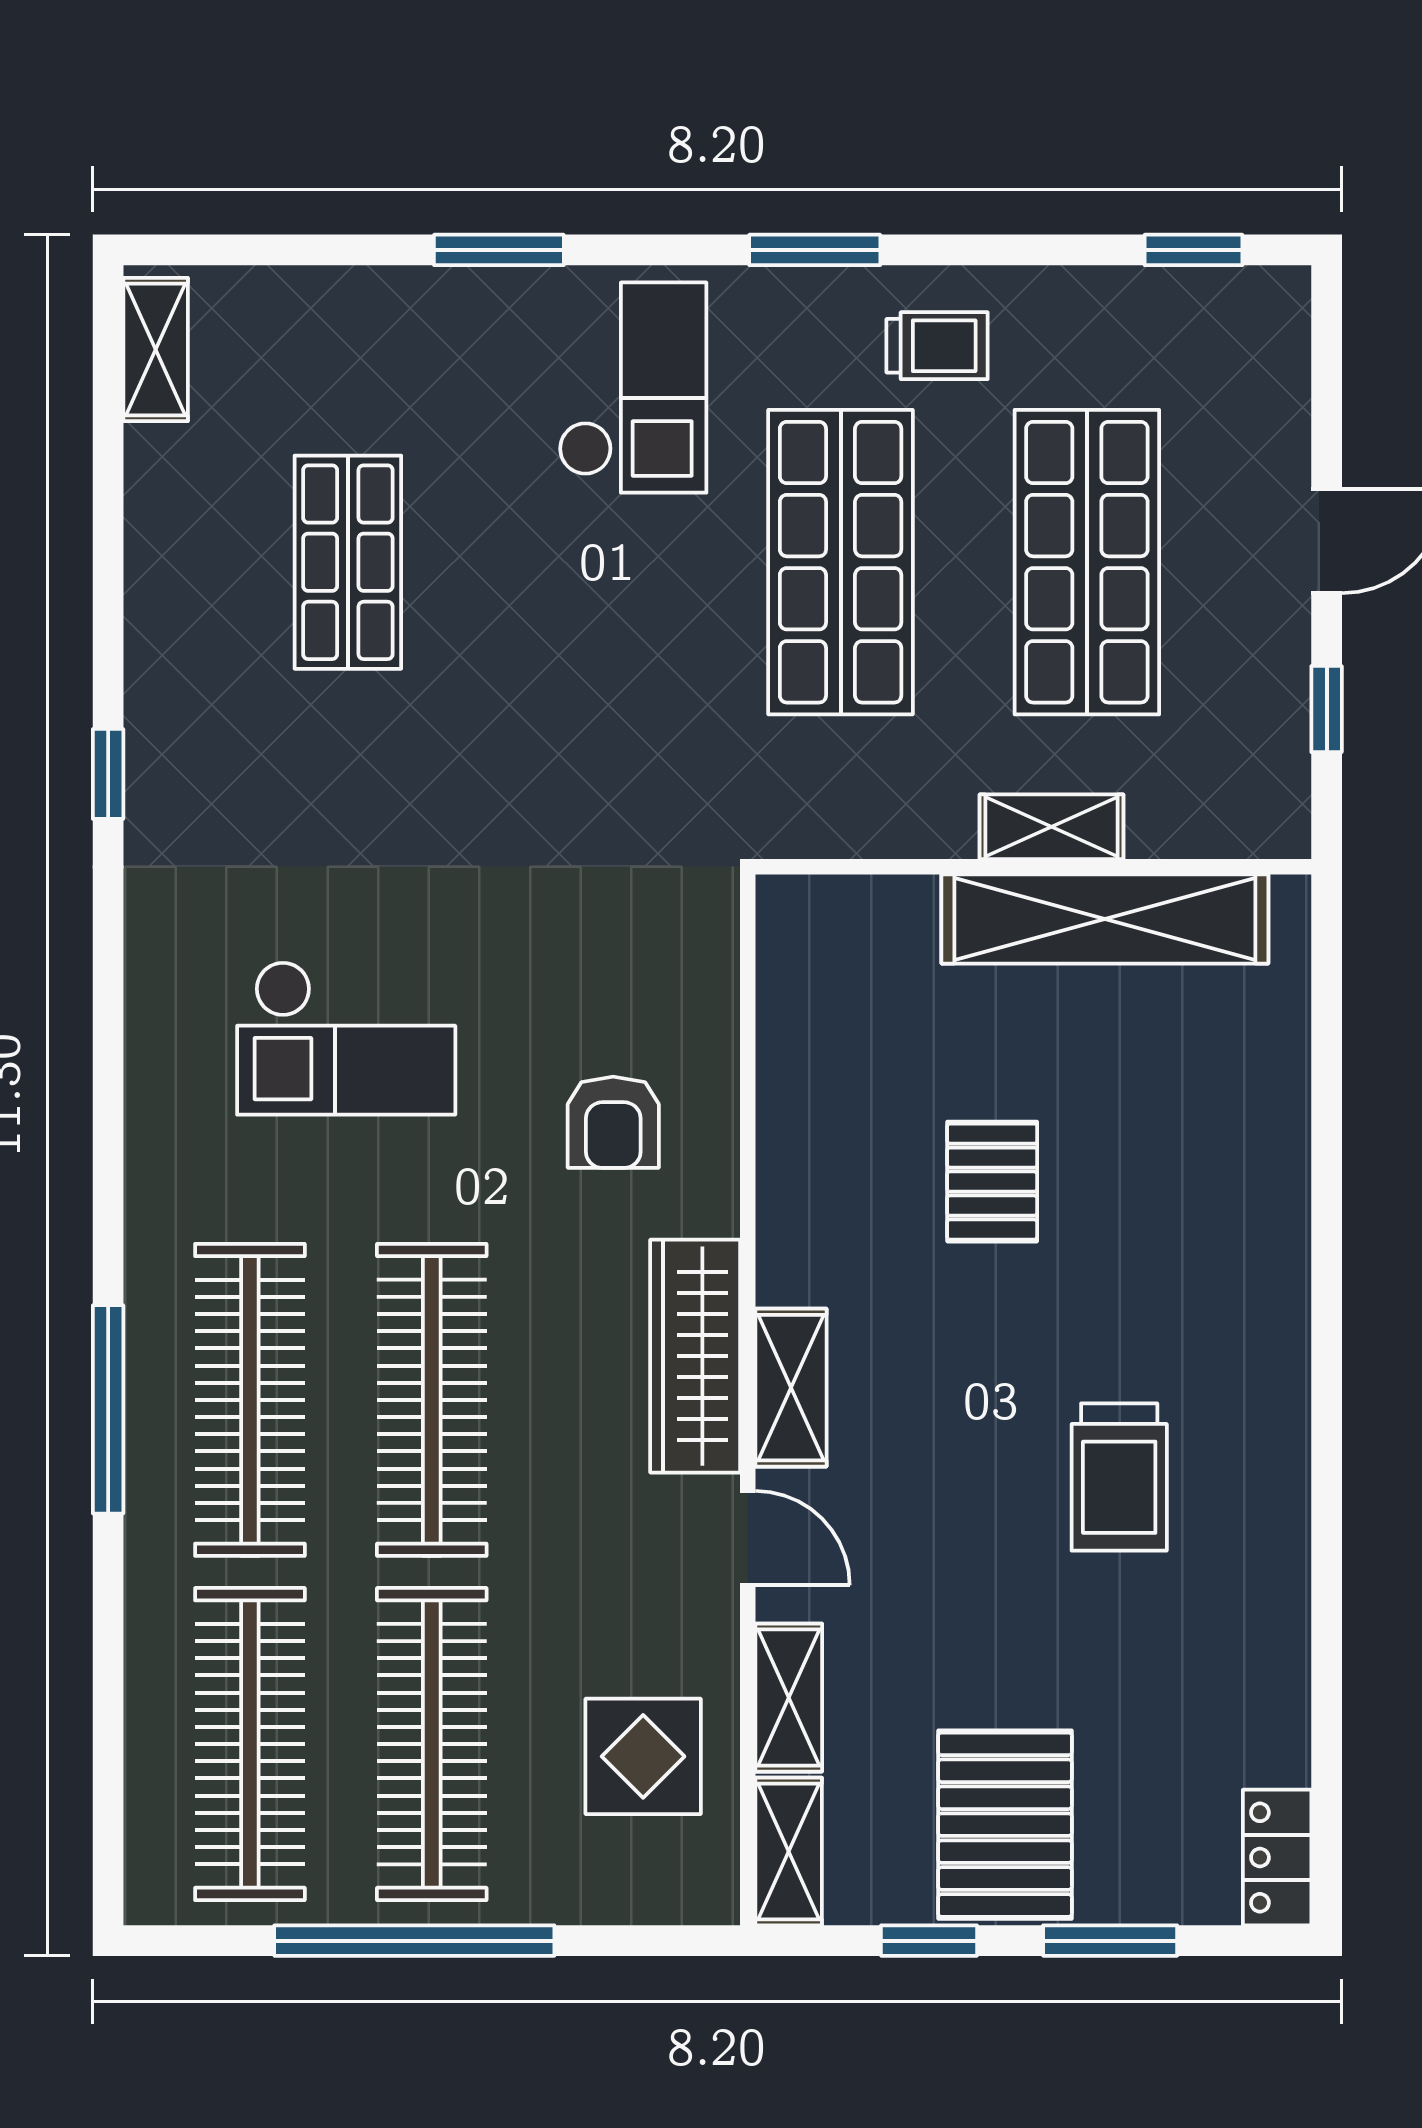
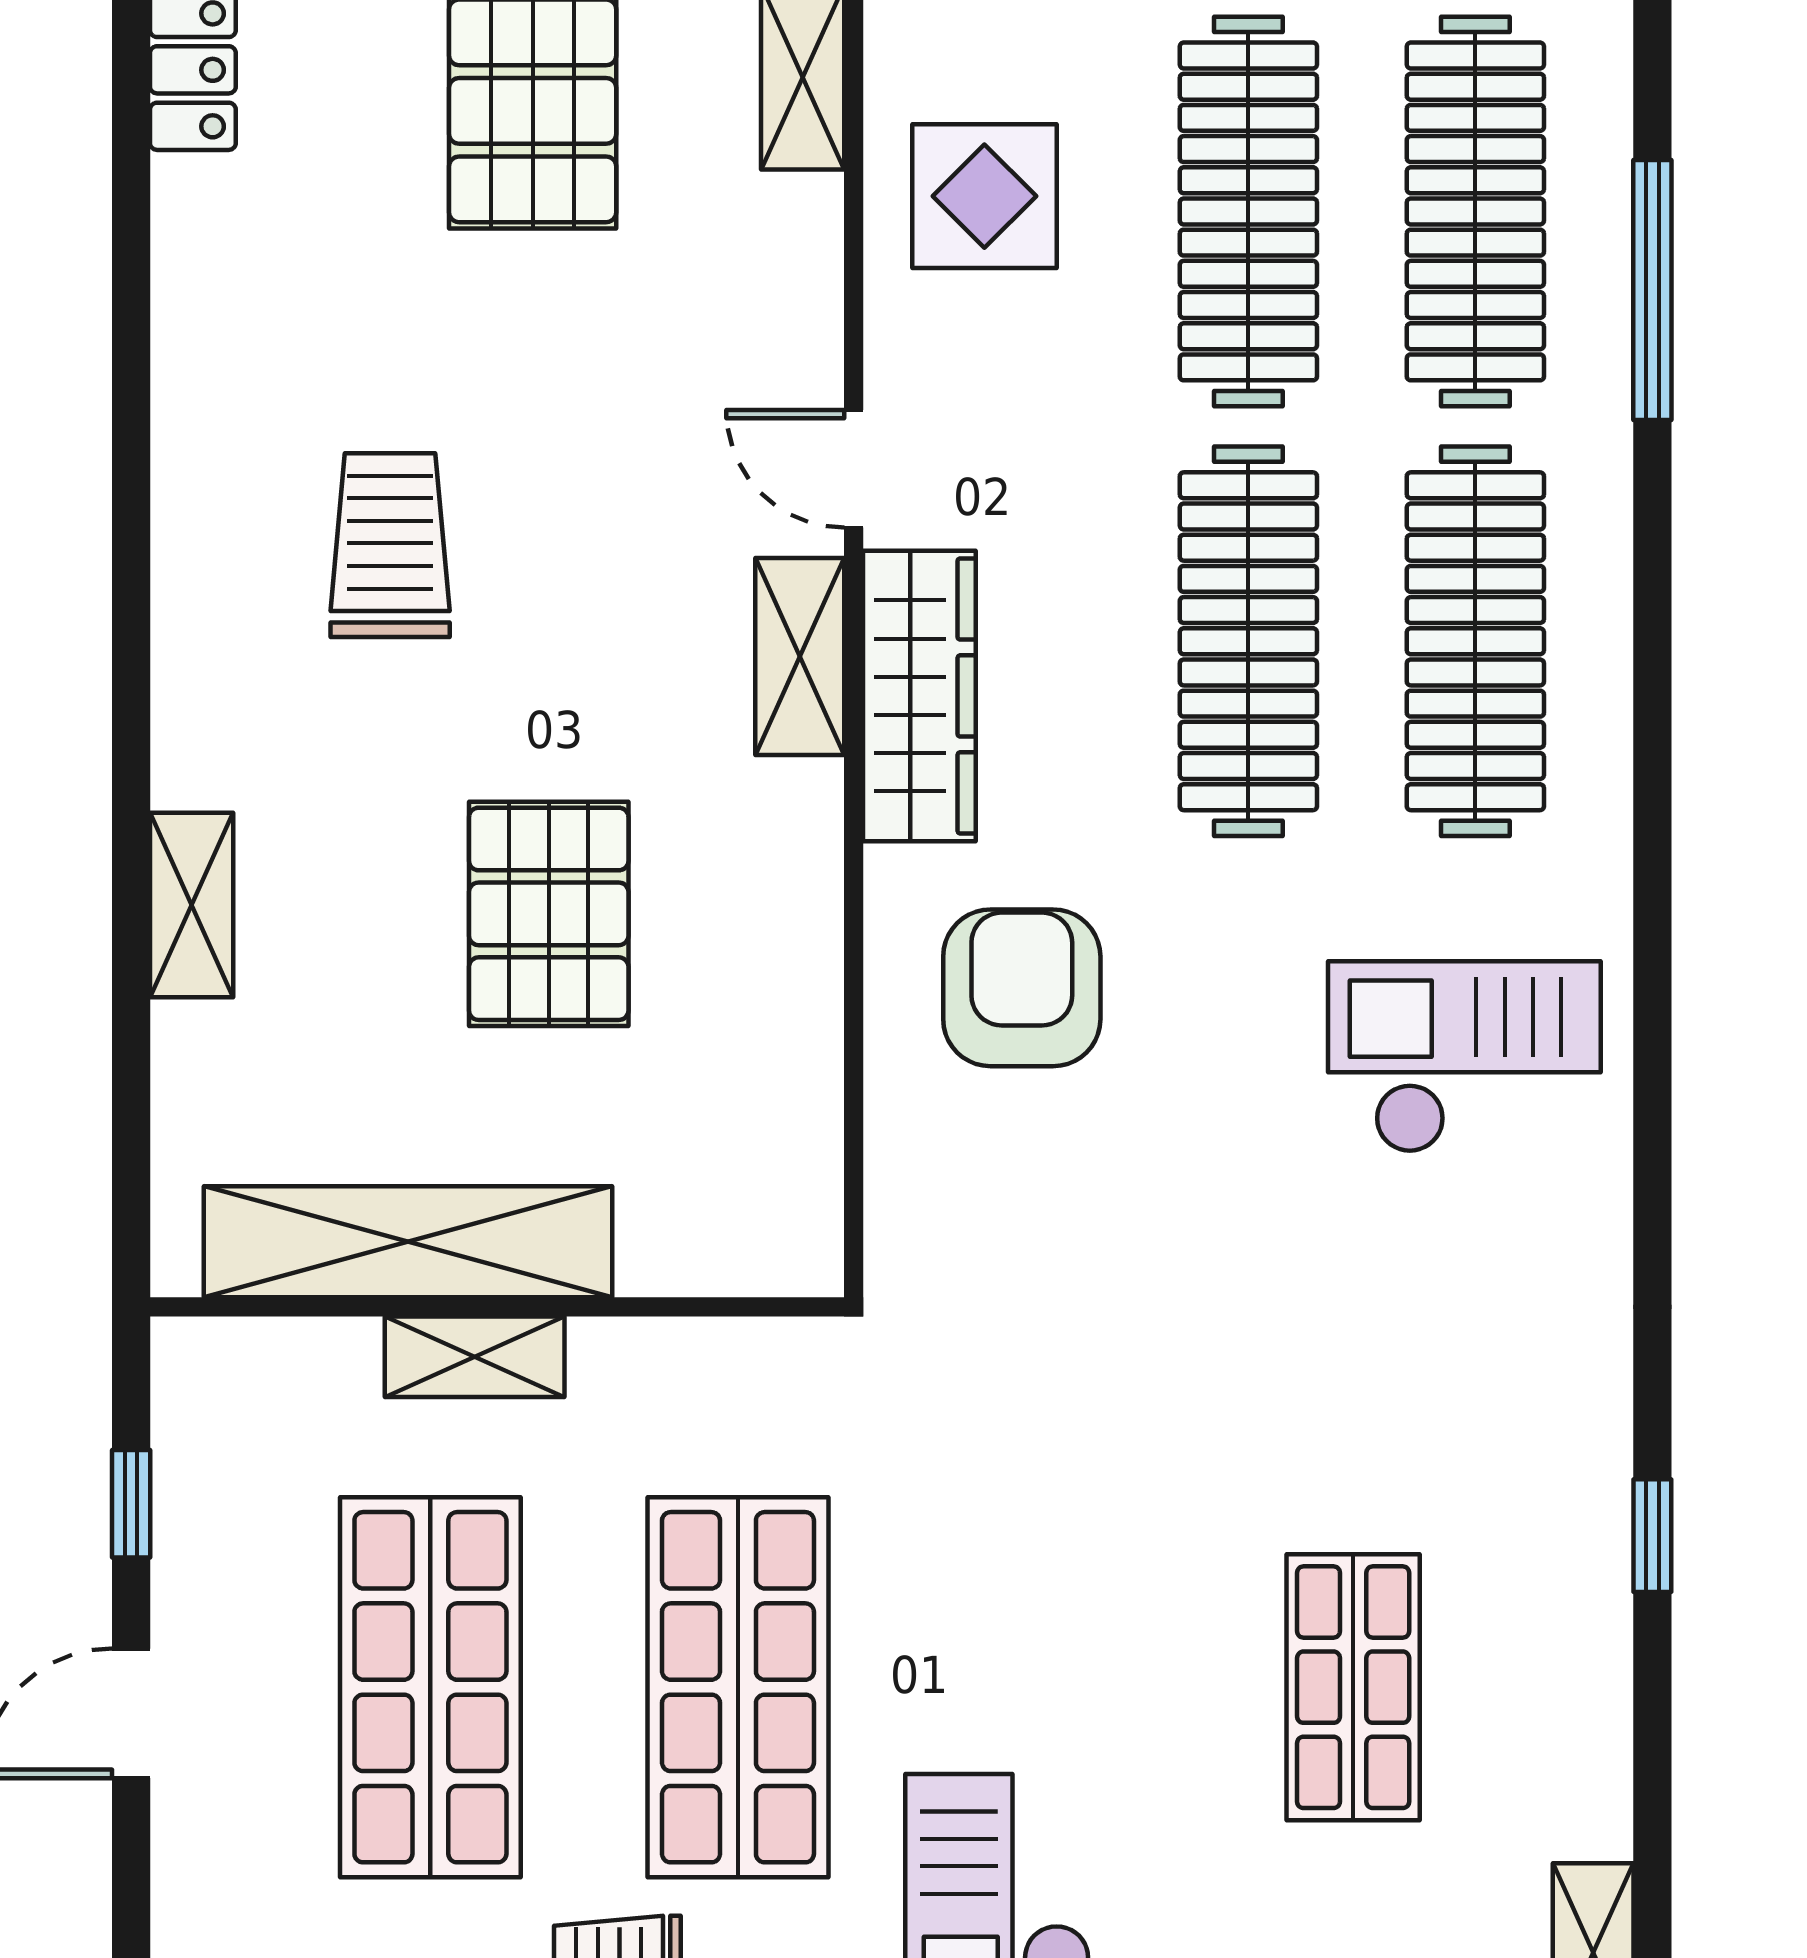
window: (108, 774) -> (1652, 1536), moved
checkout: (346, 1038) -> (1464, 1057), moved
armchair: (613, 1122) -> (1022, 988), width x1.38, depth x1.38
pallet: (992, 1182) -> (549, 914), width x1.50, depth x1.42
window: (108, 1409) -> (1652, 290), moved
shelving: (789, 1698) -> (192, 905), moved

